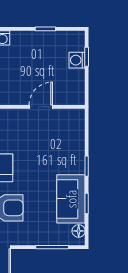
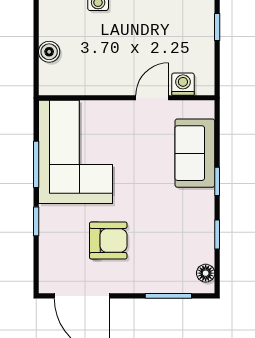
washing machine: (77, 60) -> (183, 84), moved, turned 90
sofa: (71, 199) -> (195, 153), moved

